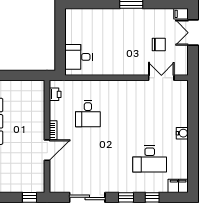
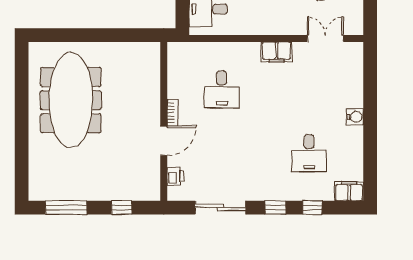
filing cabinet: (127, 87) -> (277, 52), added
printer: (55, 94) -> (175, 176), moved
desk: (150, 159) -> (309, 153), width x0.73
window: (29, 197) -> (122, 208), moved

